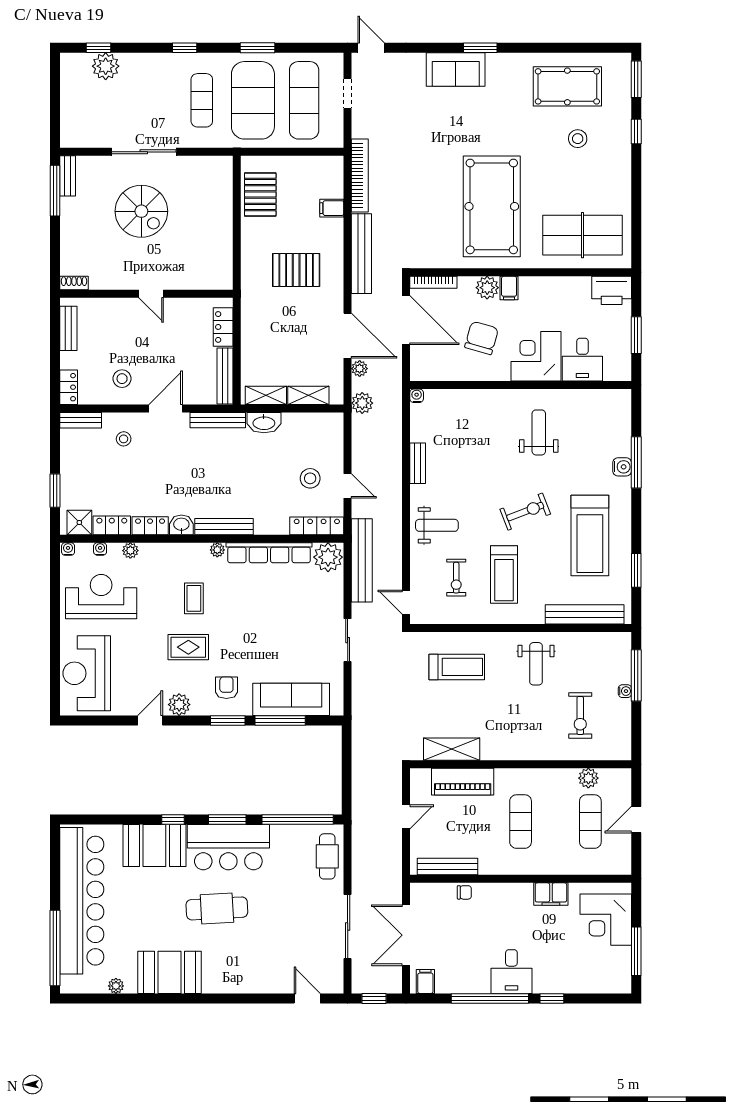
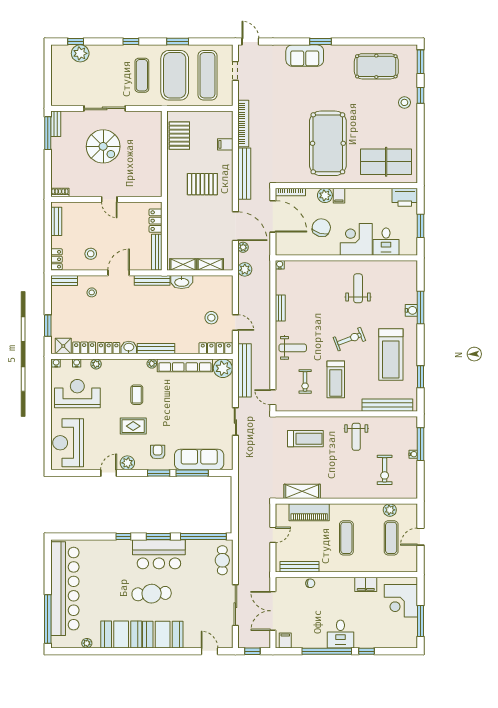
stool: (578, 139) -> (404, 102), moved
booth: (154, 845) -> (163, 635), moved

